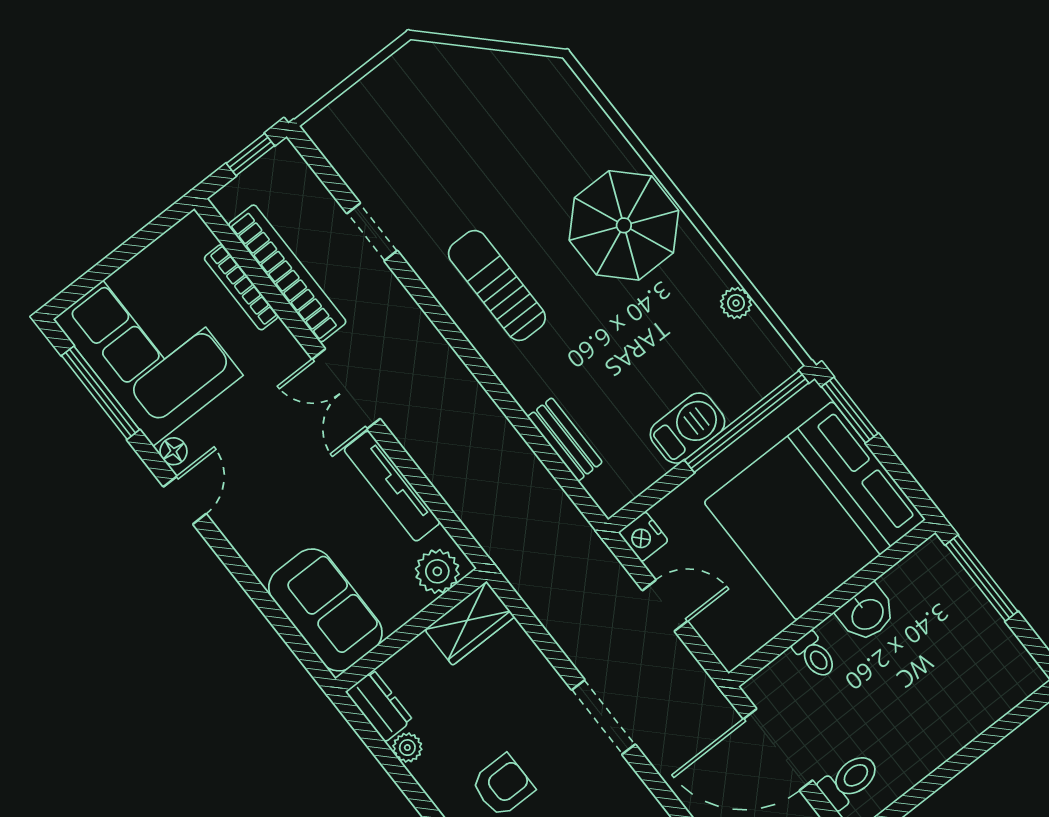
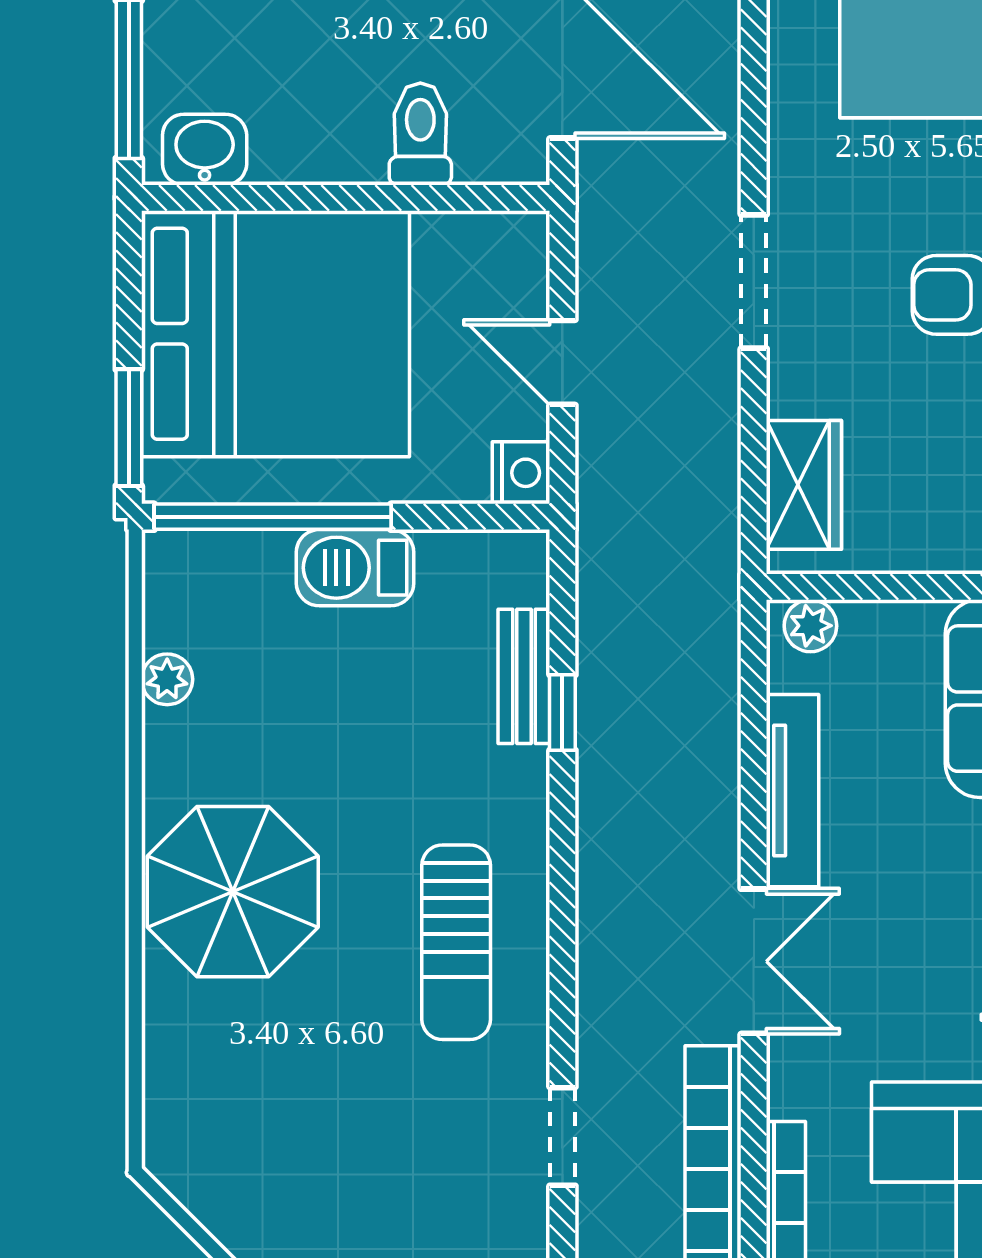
window: (533, 437) -> (562, 712), added
plant: (437, 571) -> (810, 626), width x0.73, depth x0.73
washbasin: (867, 613) -> (205, 150), moved
wardrobe: (470, 623) -> (804, 485), moved, turned 90
toilet: (815, 655) -> (420, 134), width x1.37, depth x1.39

